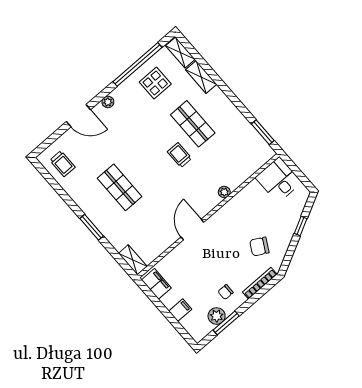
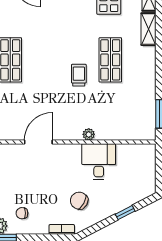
desk: (279, 180) -> (99, 162), moved
bookcase: (260, 283) -> (62, 229), width x0.64

